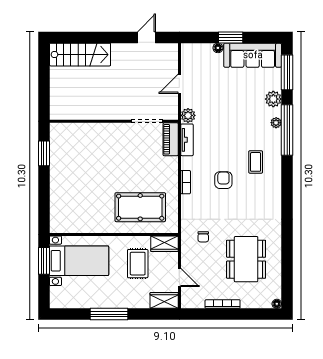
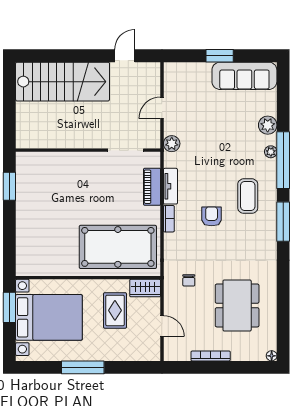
floor lamp: (218, 48) -> (205, 68), removed
stairs: (80, 55) -> (63, 82), width x1.36, depth x1.51
window: (287, 72) -> (283, 222), moved
piano: (171, 139) -> (152, 187), moved
tv unit: (187, 140) -> (170, 186), moved
coffee table: (256, 162) -> (248, 196), width x1.36, depth x1.30
pool table: (140, 207) -> (118, 247), width x1.36, depth x1.32
bed with nightstands: (79, 261) -> (49, 317), width x1.36
wardrobe: (164, 300) -> (145, 352), removed

